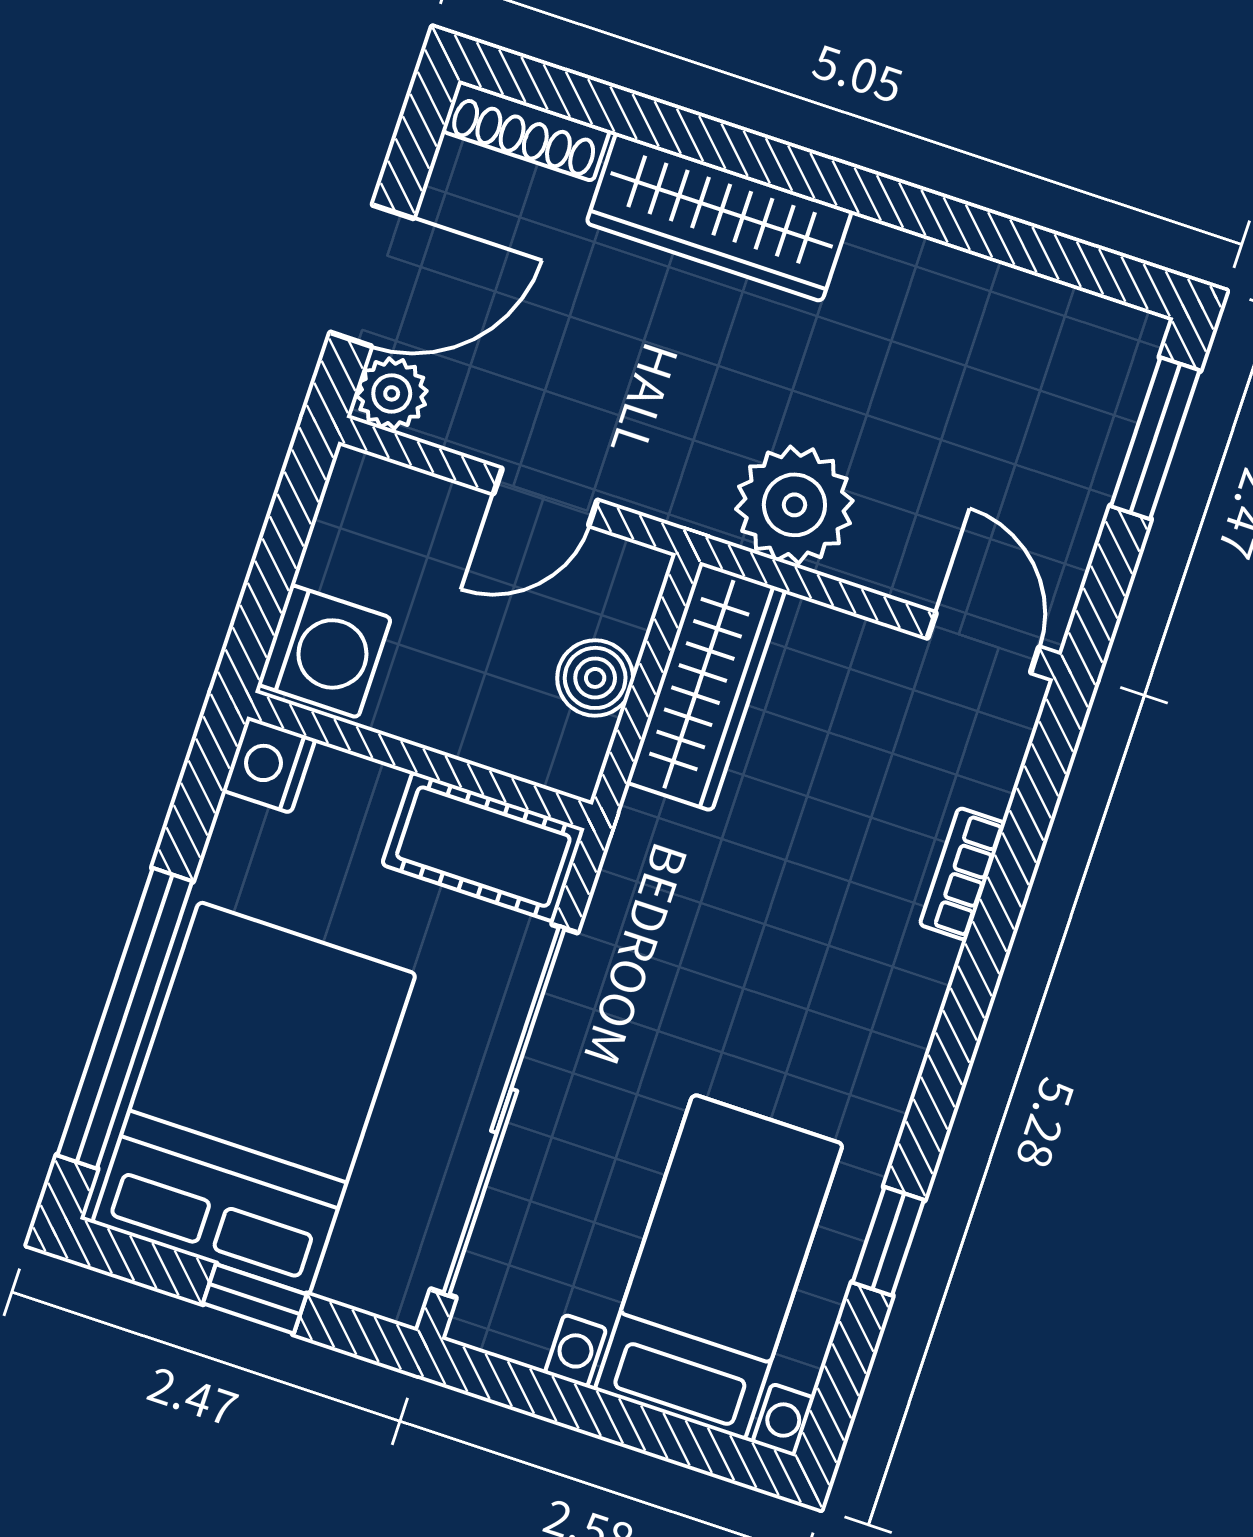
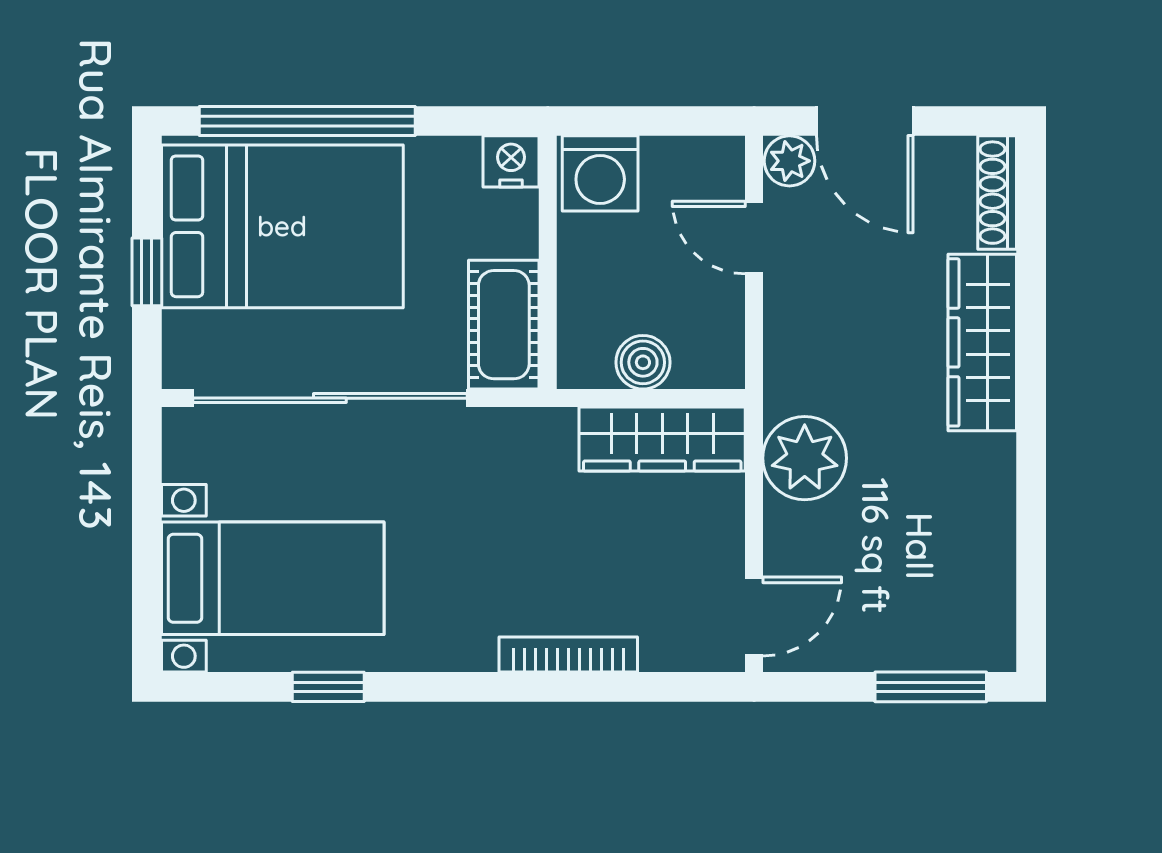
door: (545, 497) -> (754, 238), moved
bookcase: (962, 874) -> (568, 655), width x1.56

